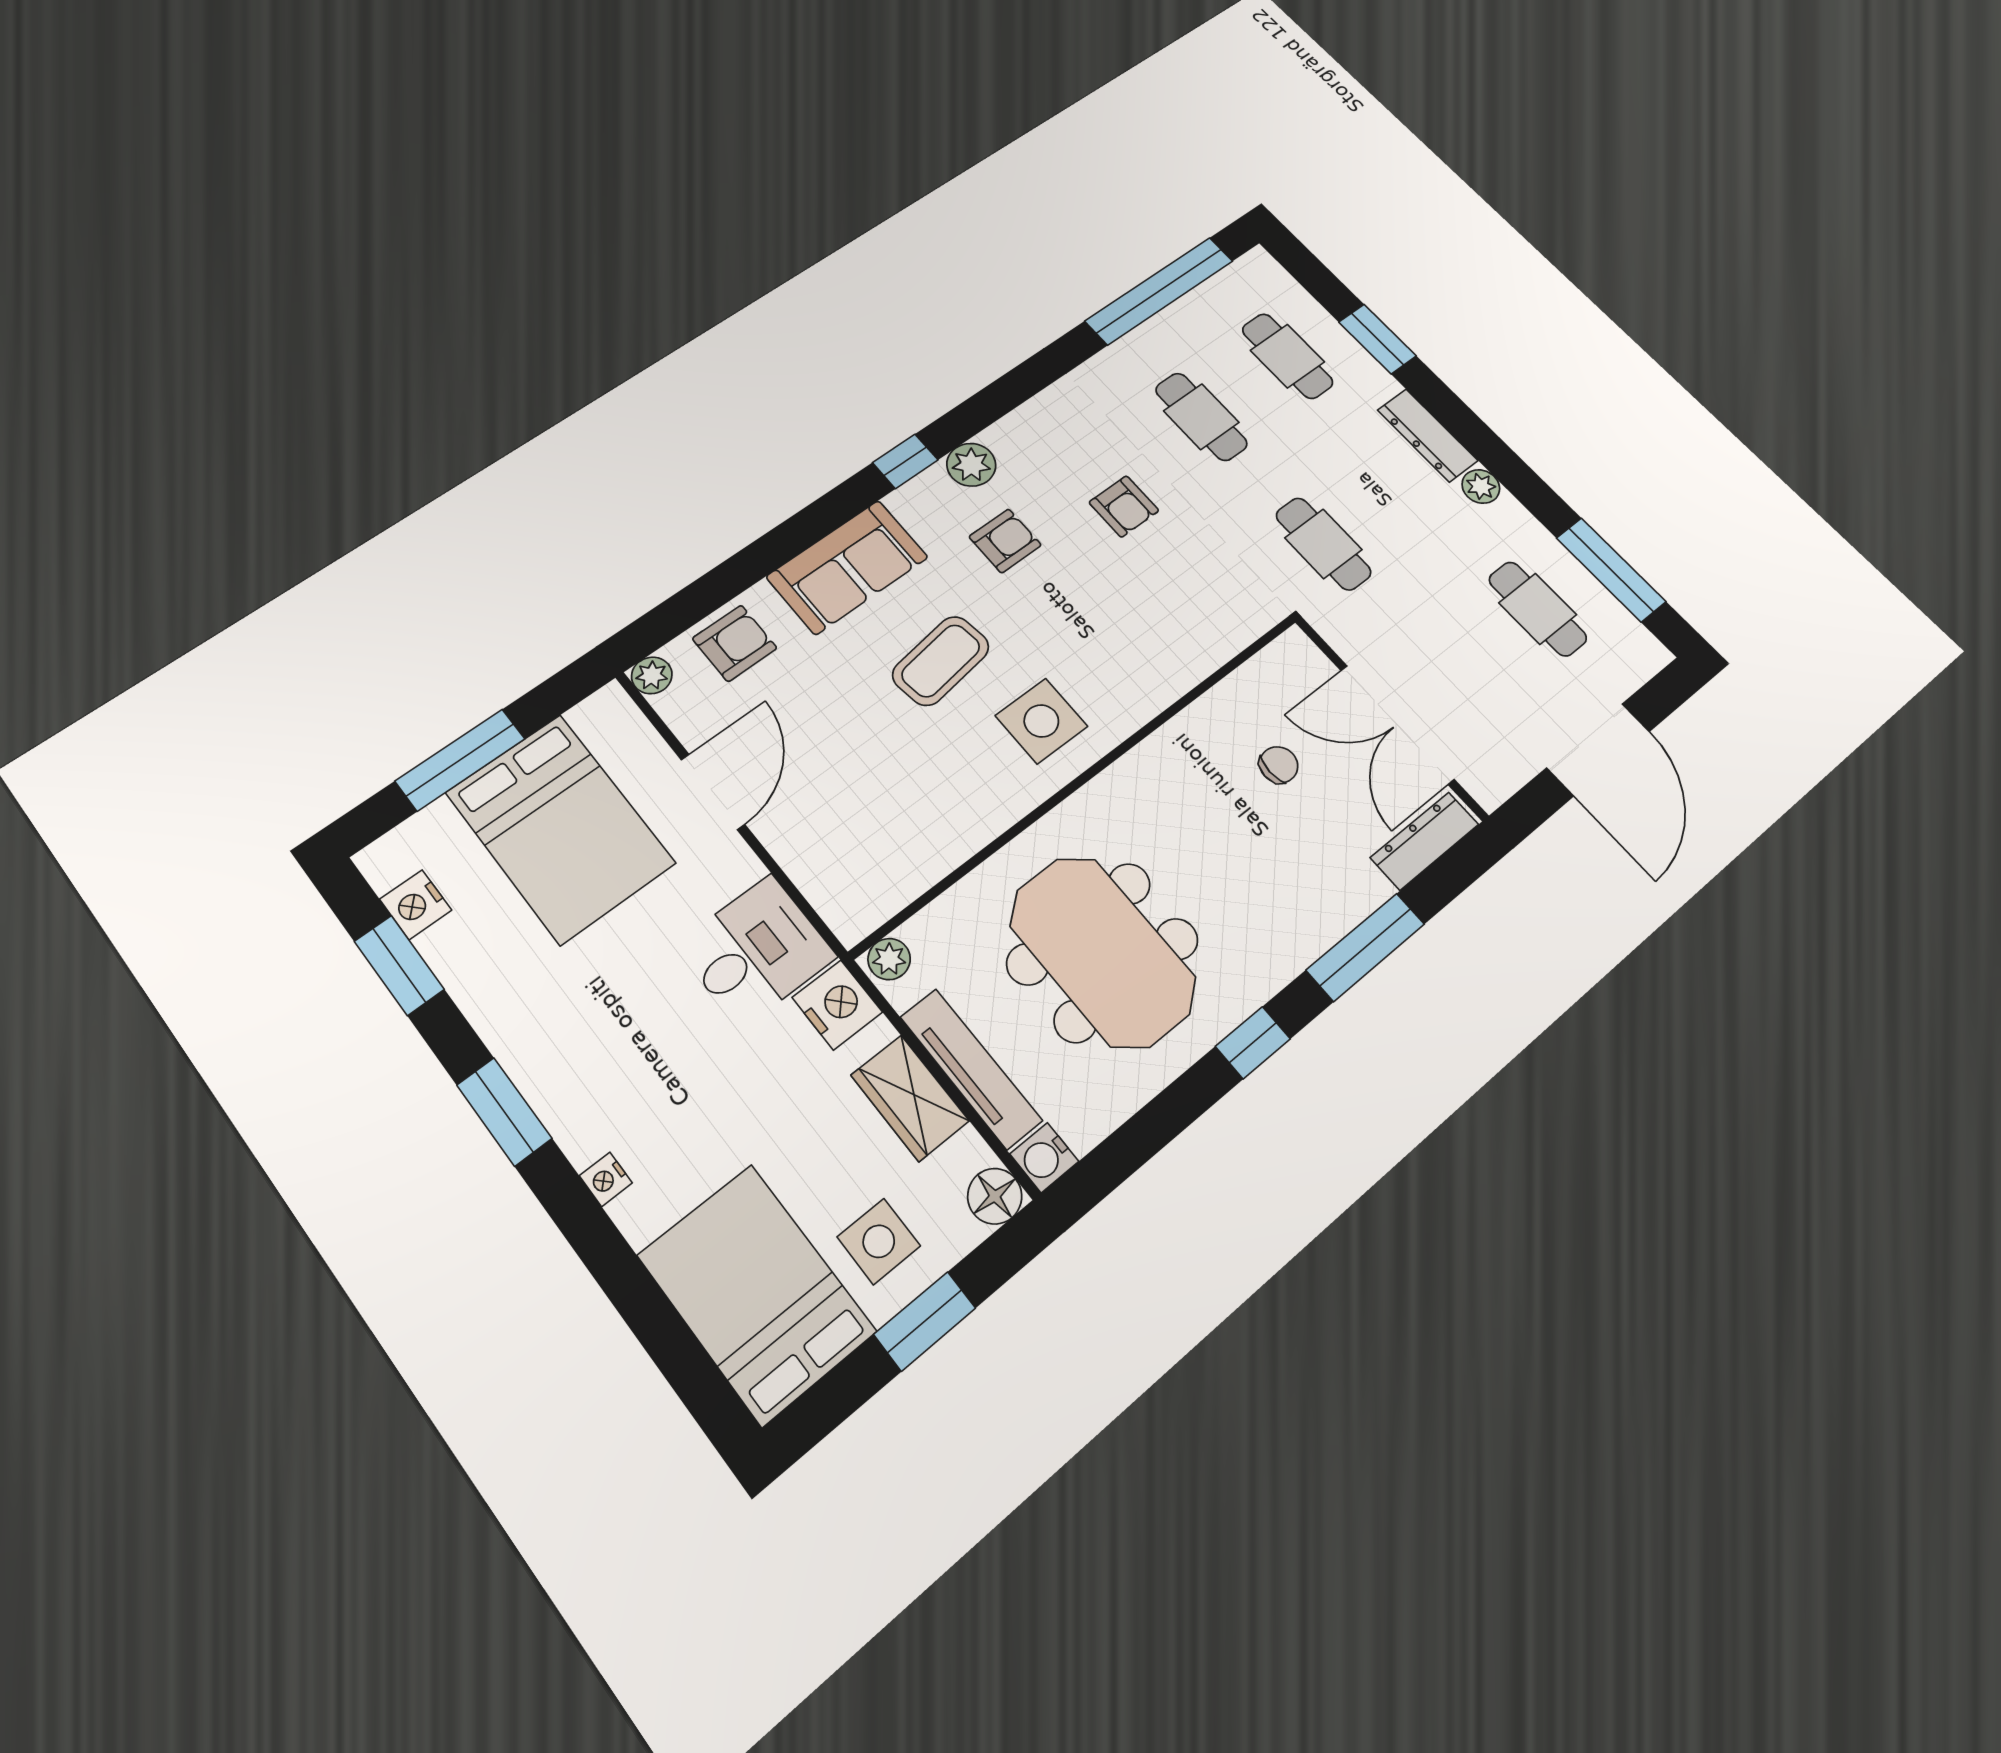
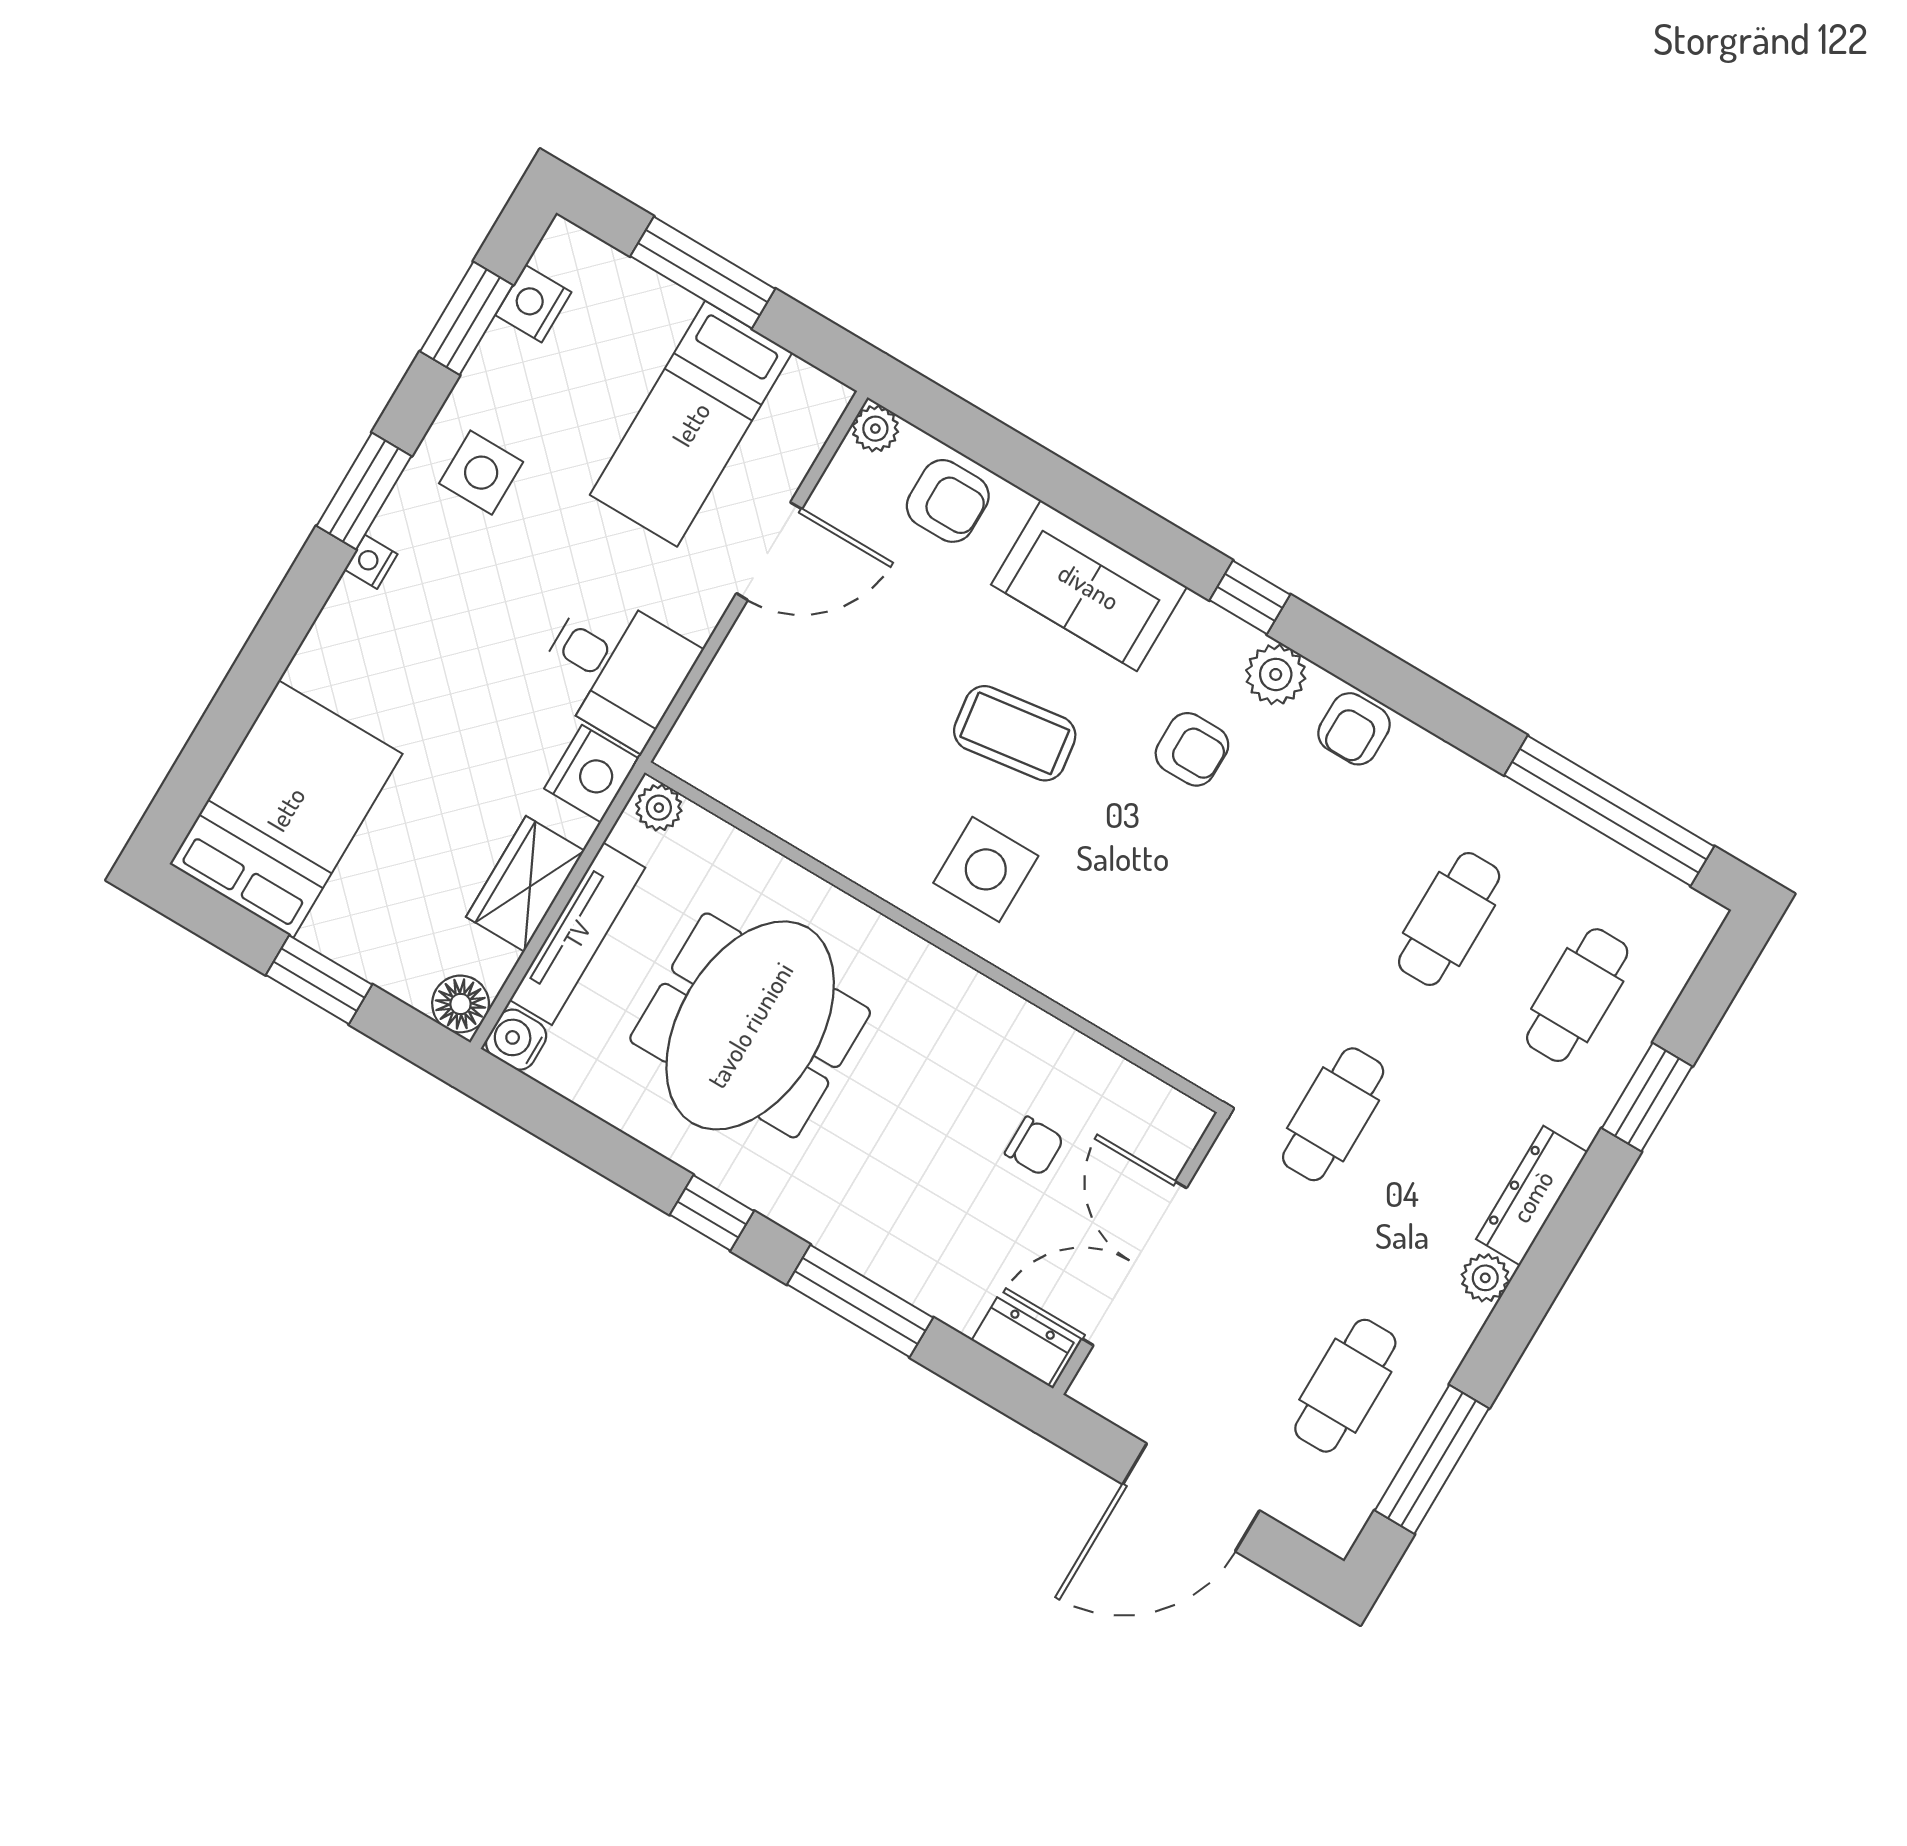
armchair: (1124, 506) -> (1354, 729), moved
bed: (560, 828) -> (691, 424), width x0.67
dresser: (1425, 841) -> (1023, 1341), width x0.70
nightstand: (606, 1179) -> (371, 562), moved
side table: (879, 1241) -> (481, 473), moved

